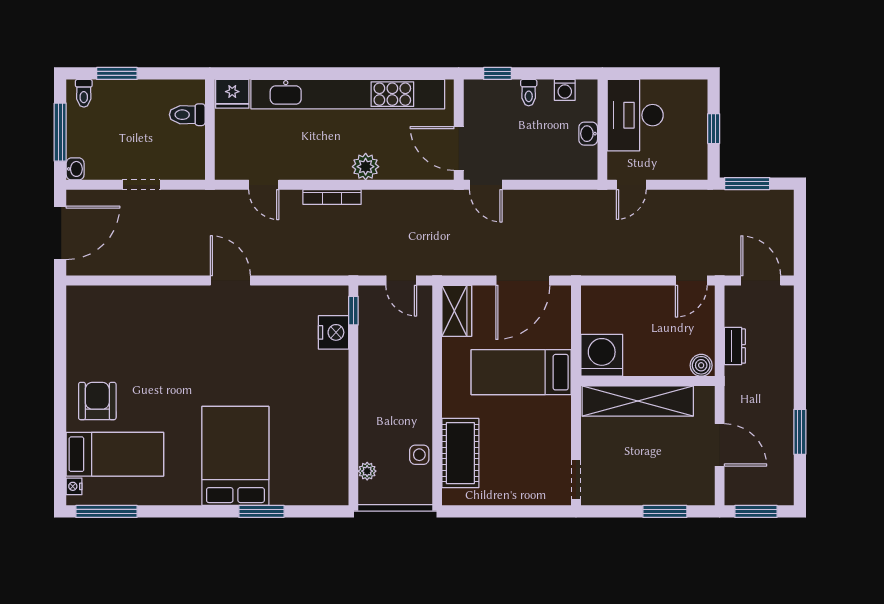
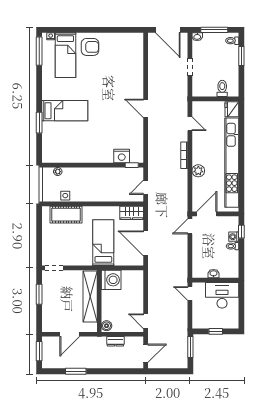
washing machine: (565, 90) -> (234, 237), moved
door: (264, 185) -> (190, 124), swing flipped
door: (230, 281) -> (146, 108), swing flipped
bed: (235, 456) -> (65, 111), width x0.67
window: (665, 511) -> (39, 294), moved

